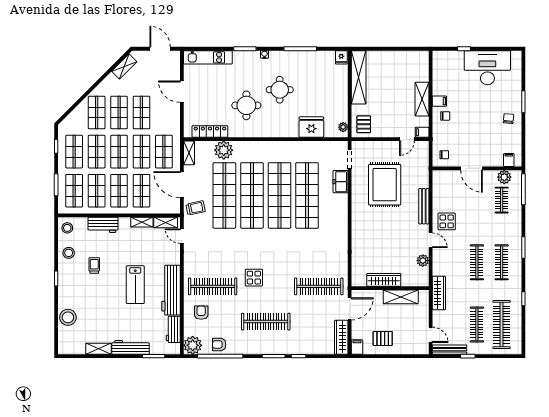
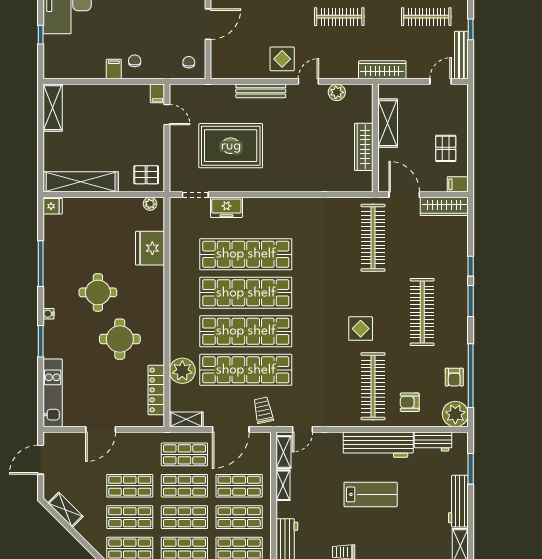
shelving: (422, 99) -> (53, 108), moved, turned 90

